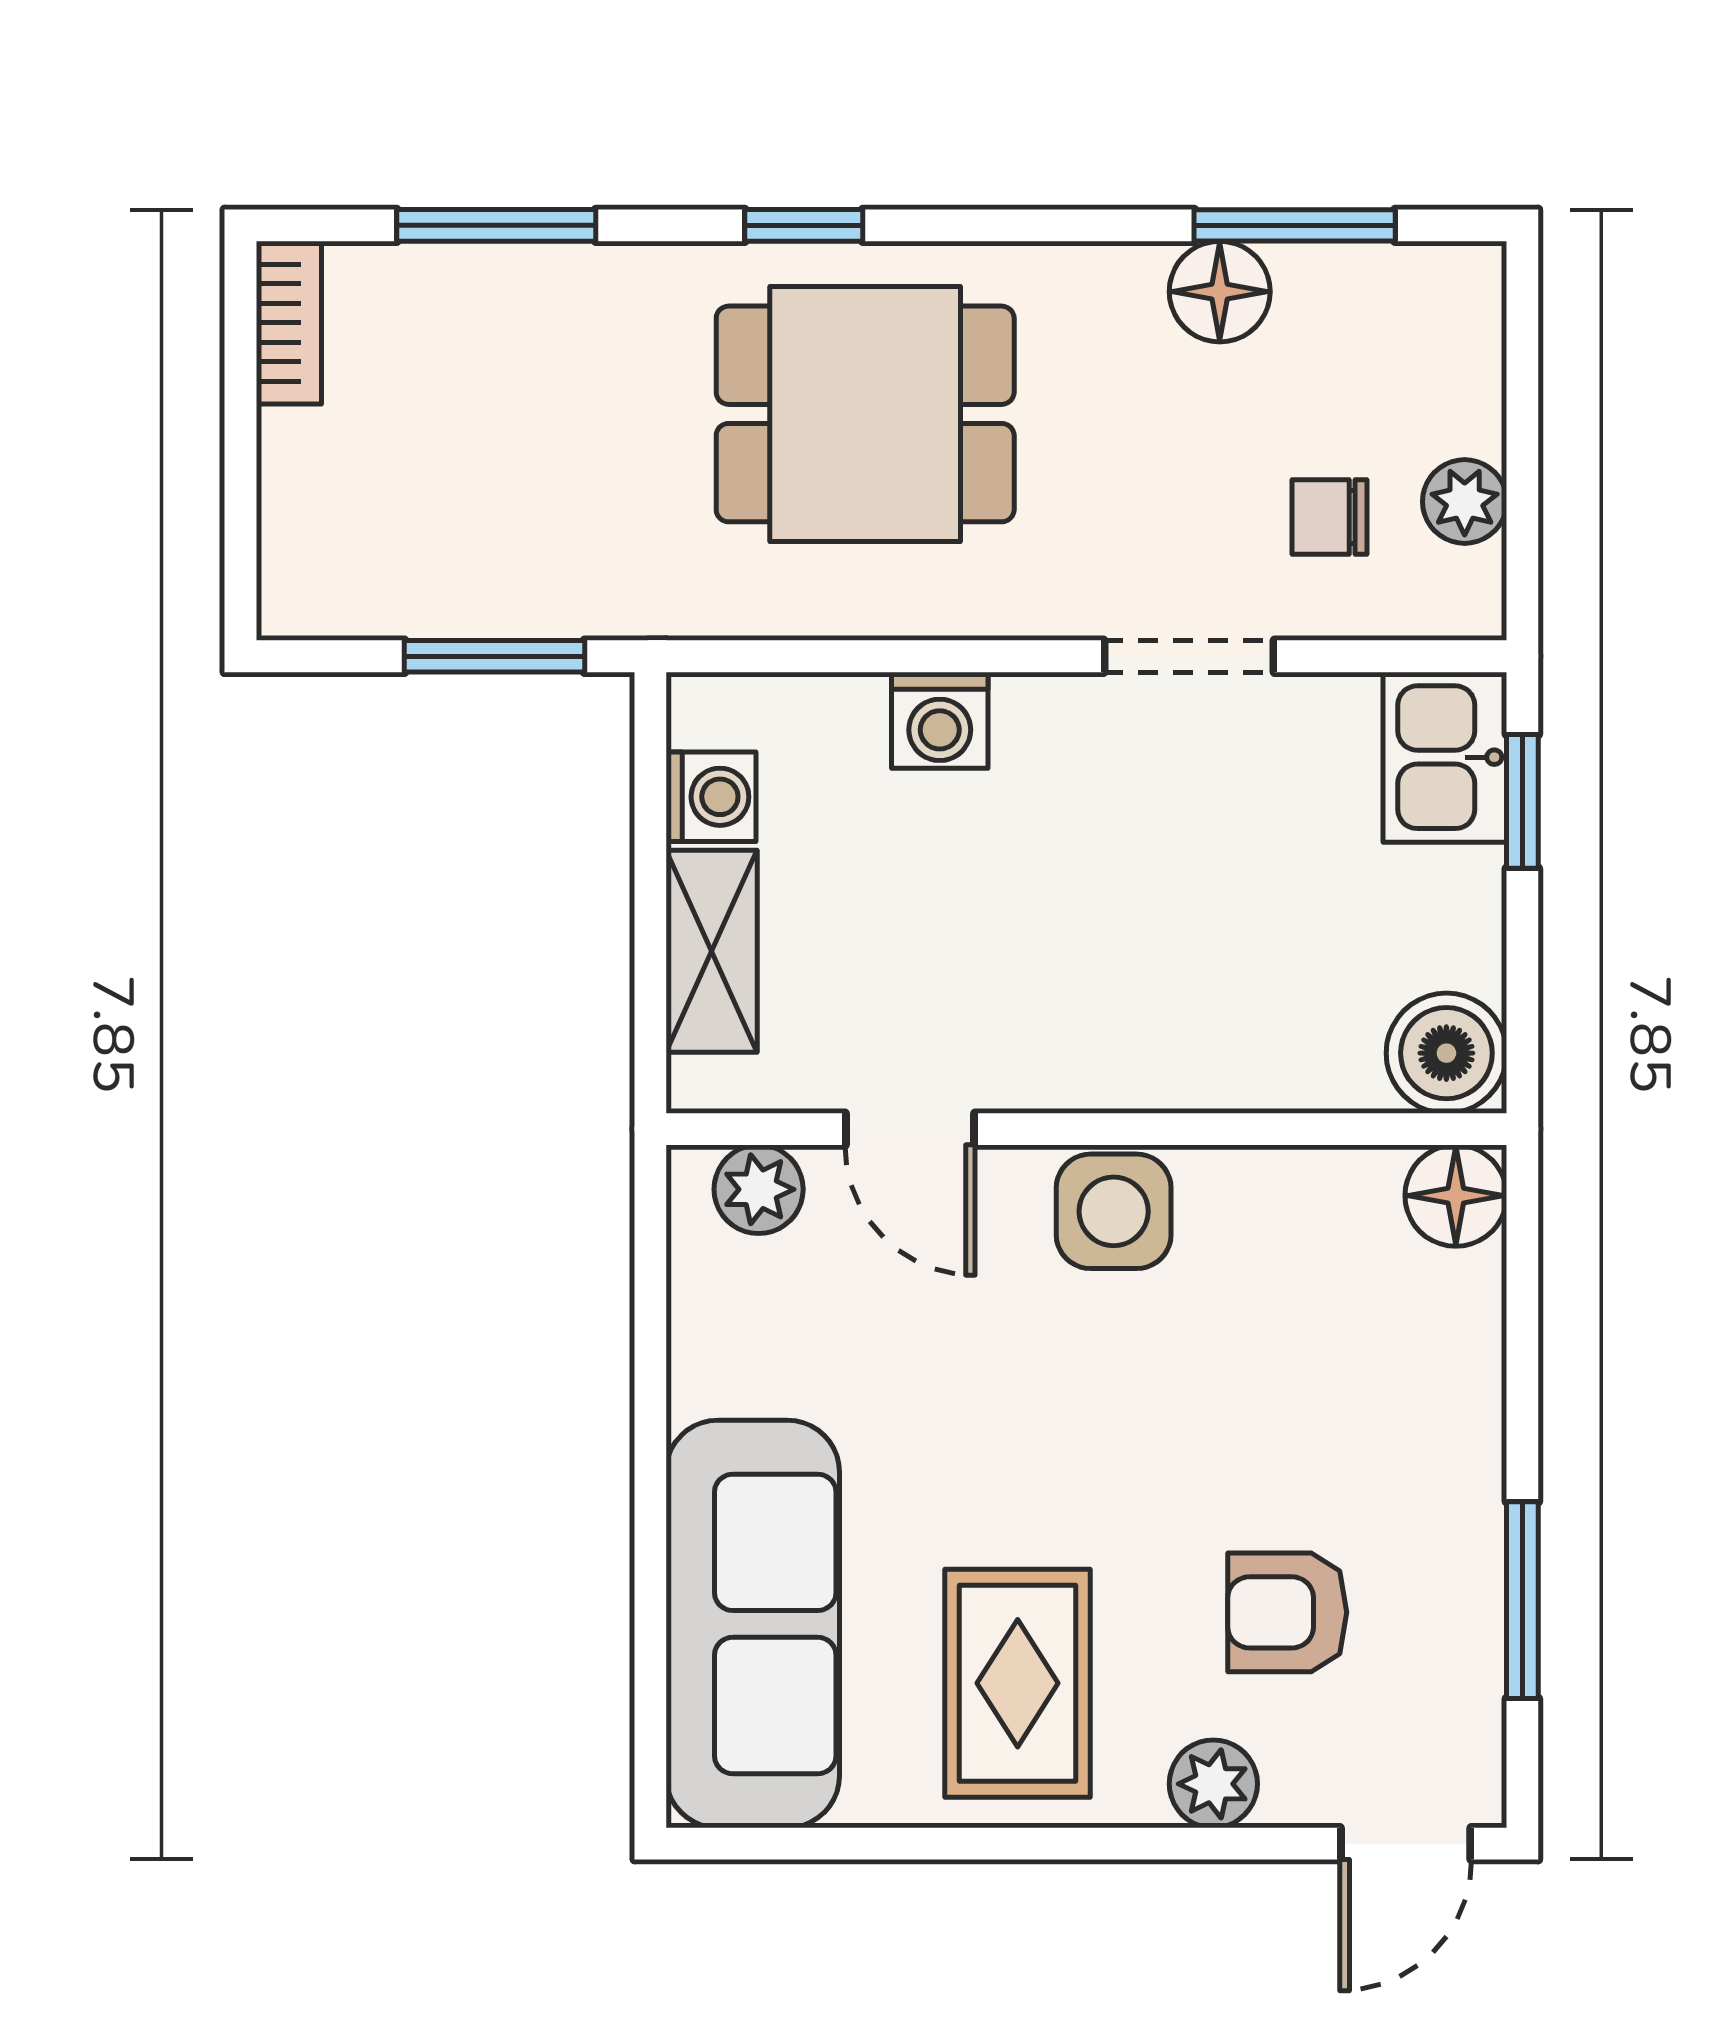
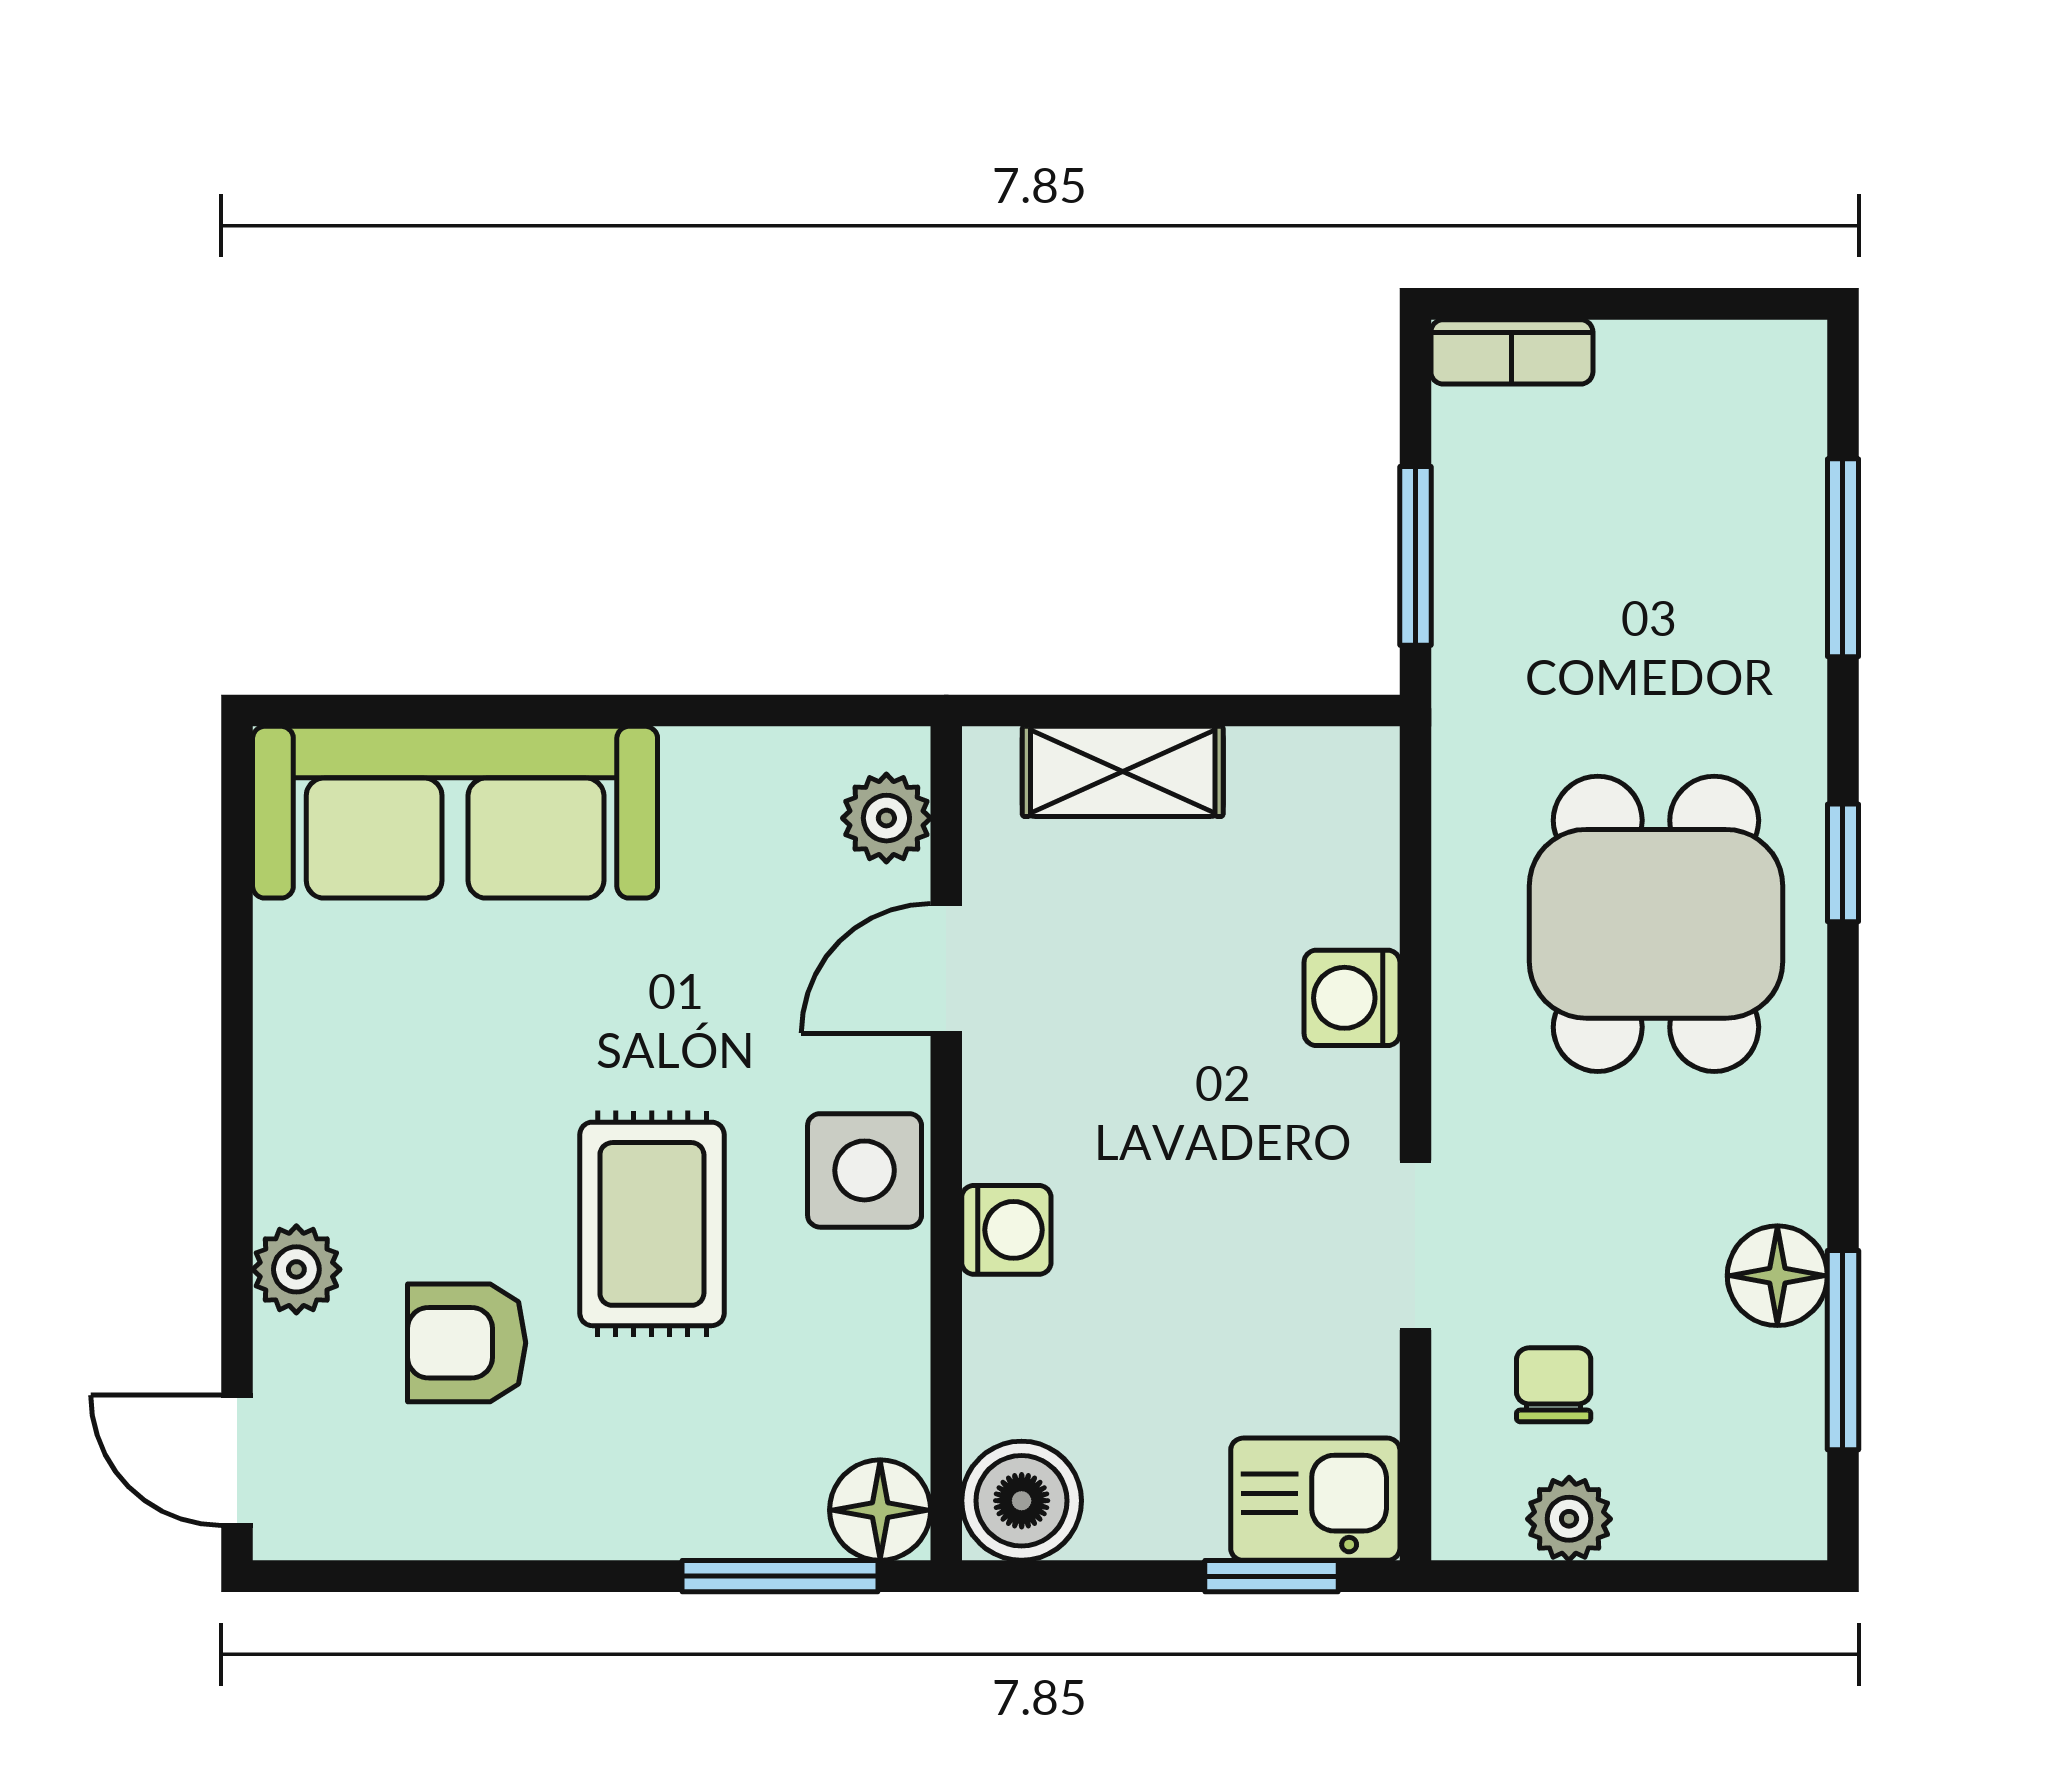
bookcase: (289, 323) -> (1512, 352), moved
washing machine: (711, 797) -> (1006, 1230), moved, turned -90
window: (1522, 1600) -> (780, 1576), moved
armchair: (1287, 1612) -> (467, 1343), turned -90
rug: (1018, 1683) -> (652, 1224), moved, turned 90

